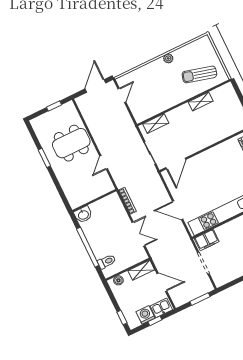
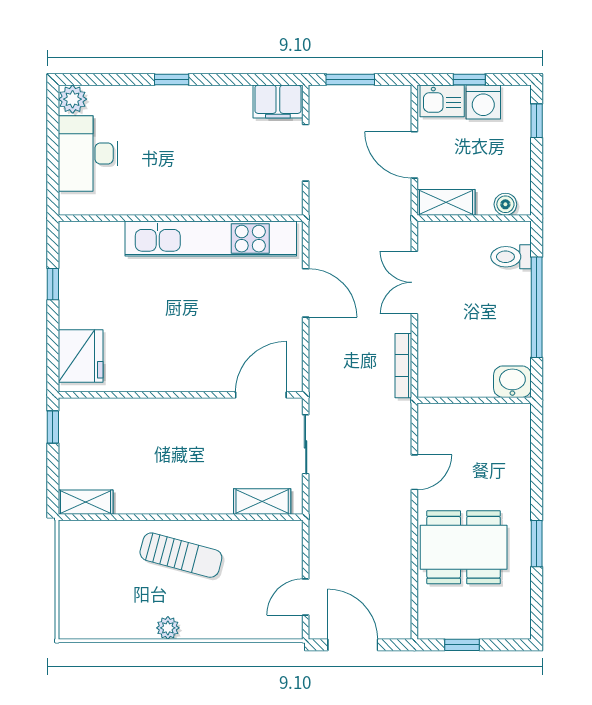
sun lounger: (199, 74) -> (181, 555), moved
door: (95, 86) -> (353, 645), swing flipped
shelving: (201, 101) -> (86, 502), moved
filing cabinet: (207, 240) -> (278, 102), moved, turned 180

